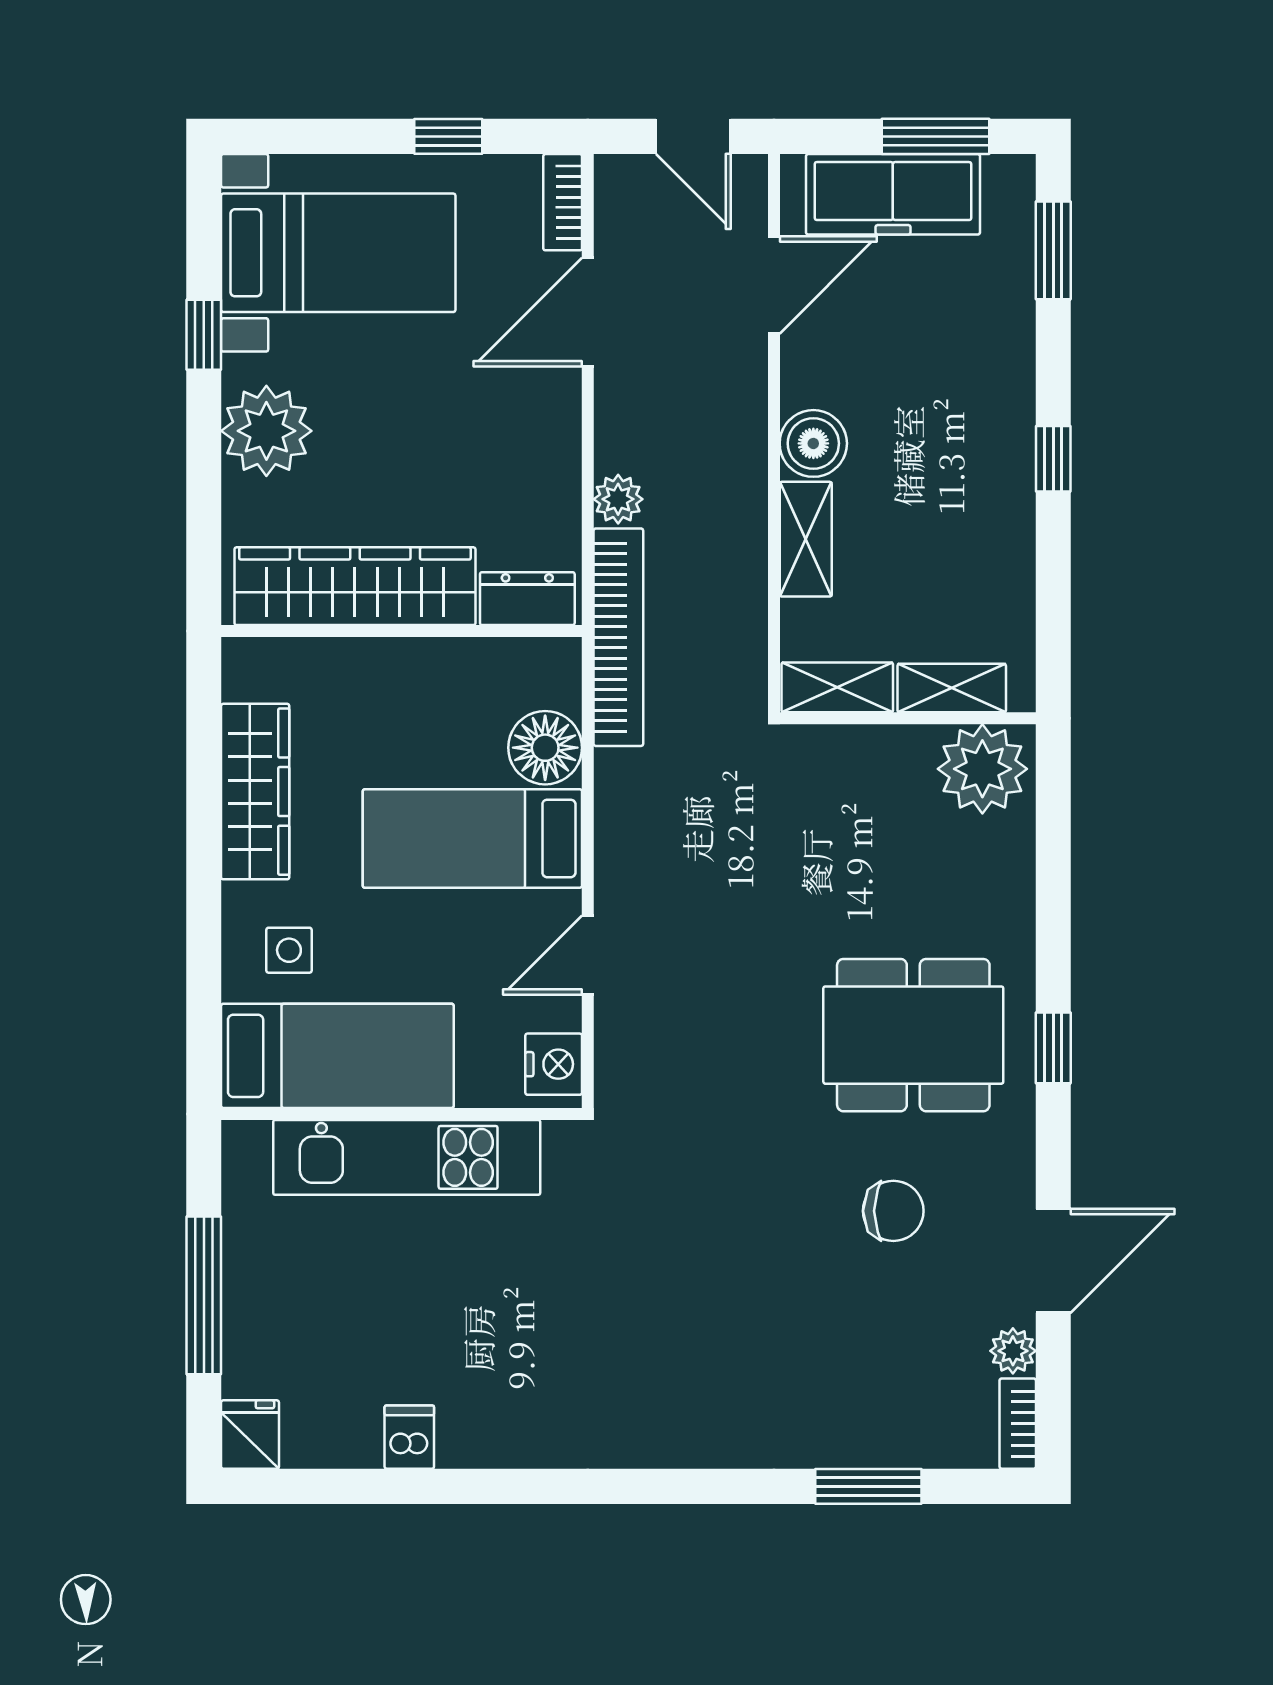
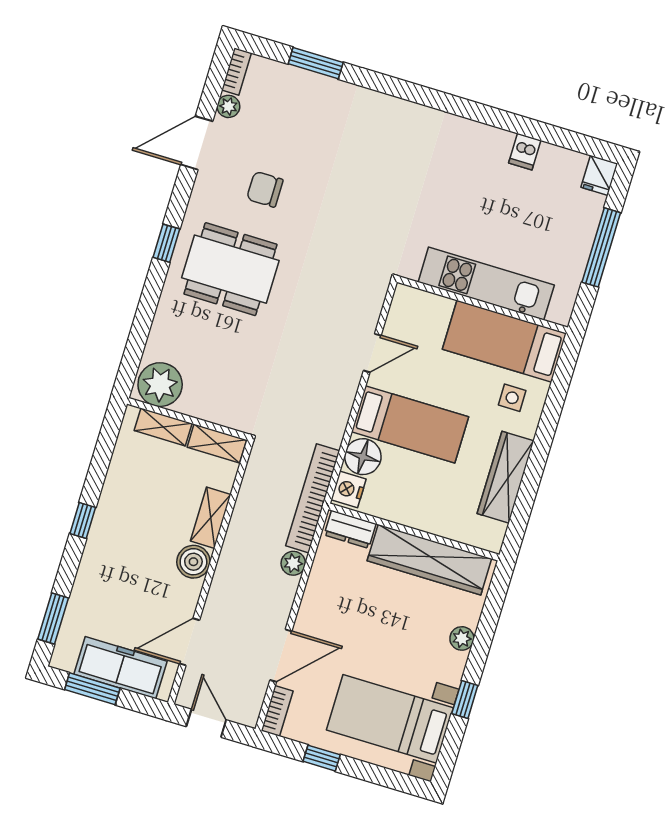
plant: (266, 431) -> (462, 638), width x0.53, depth x0.53
nightstand: (554, 1064) -> (349, 489), moved

